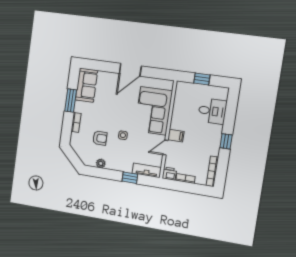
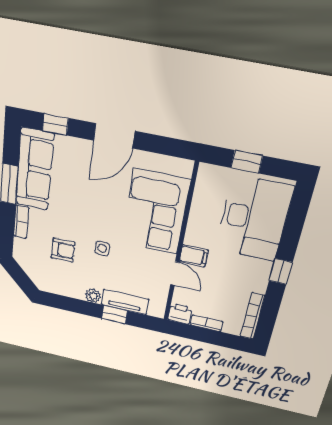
window: (98, 65) -> (55, 124), added
sofa: (86, 85) -> (35, 169), width x1.36
desk: (212, 111) -> (254, 218), width x1.87, depth x1.30
door: (165, 148) -> (175, 273), swing flipped
plant: (101, 163) -> (93, 296), moved
tv unit: (147, 170) -> (125, 302), moved

